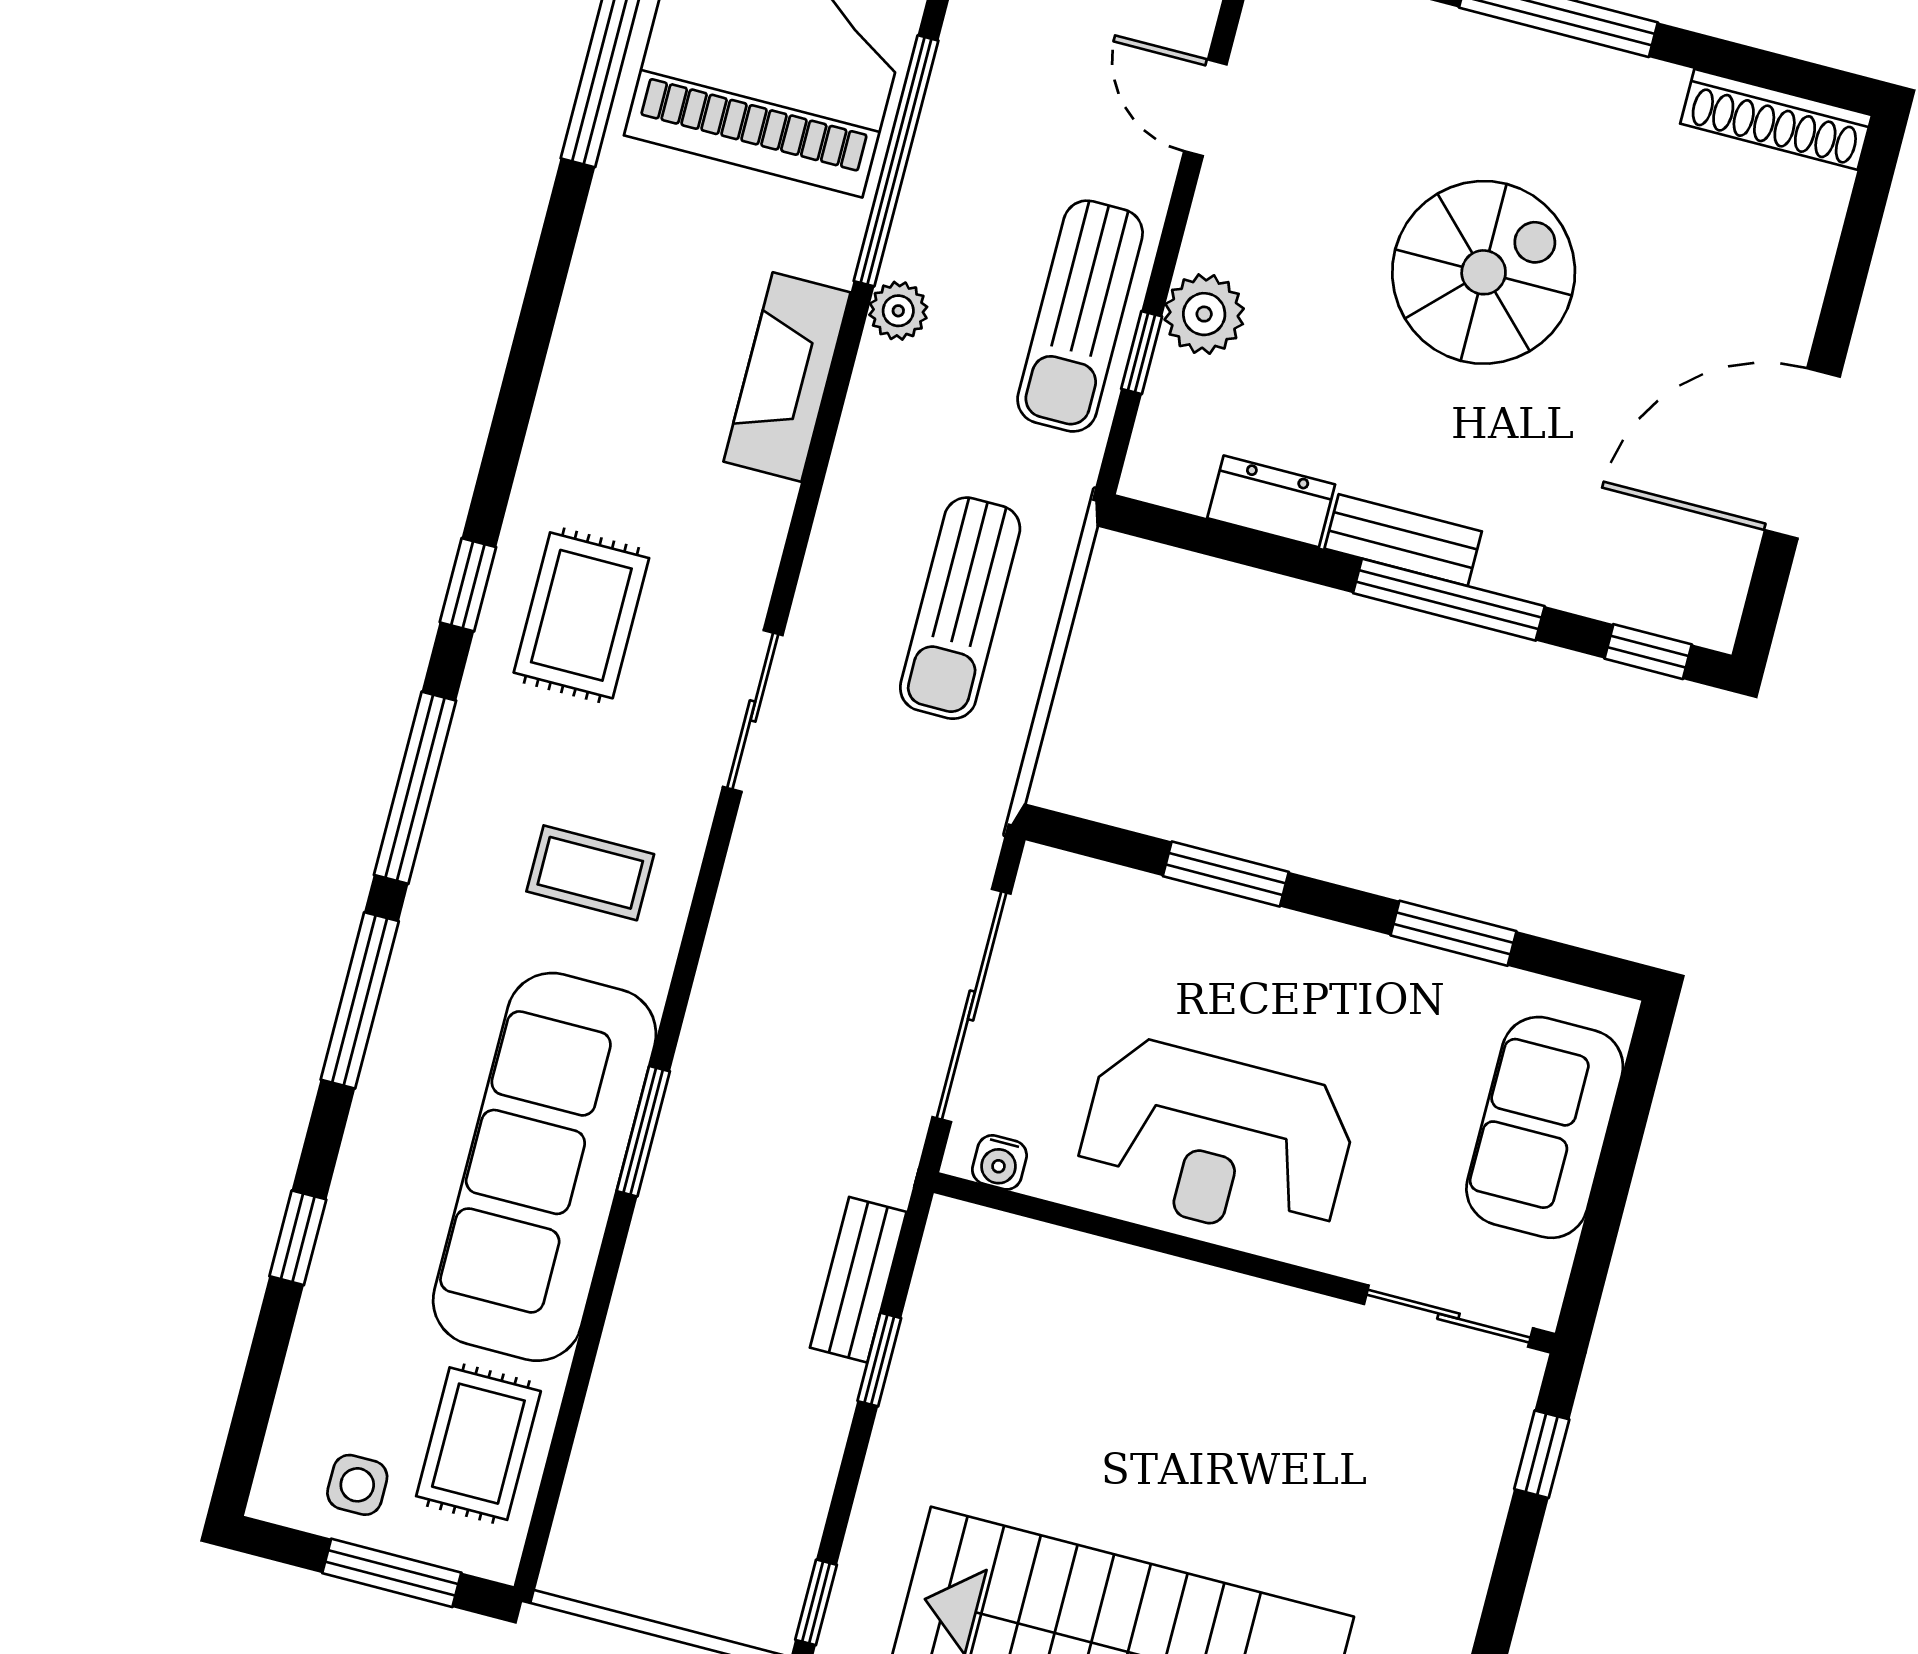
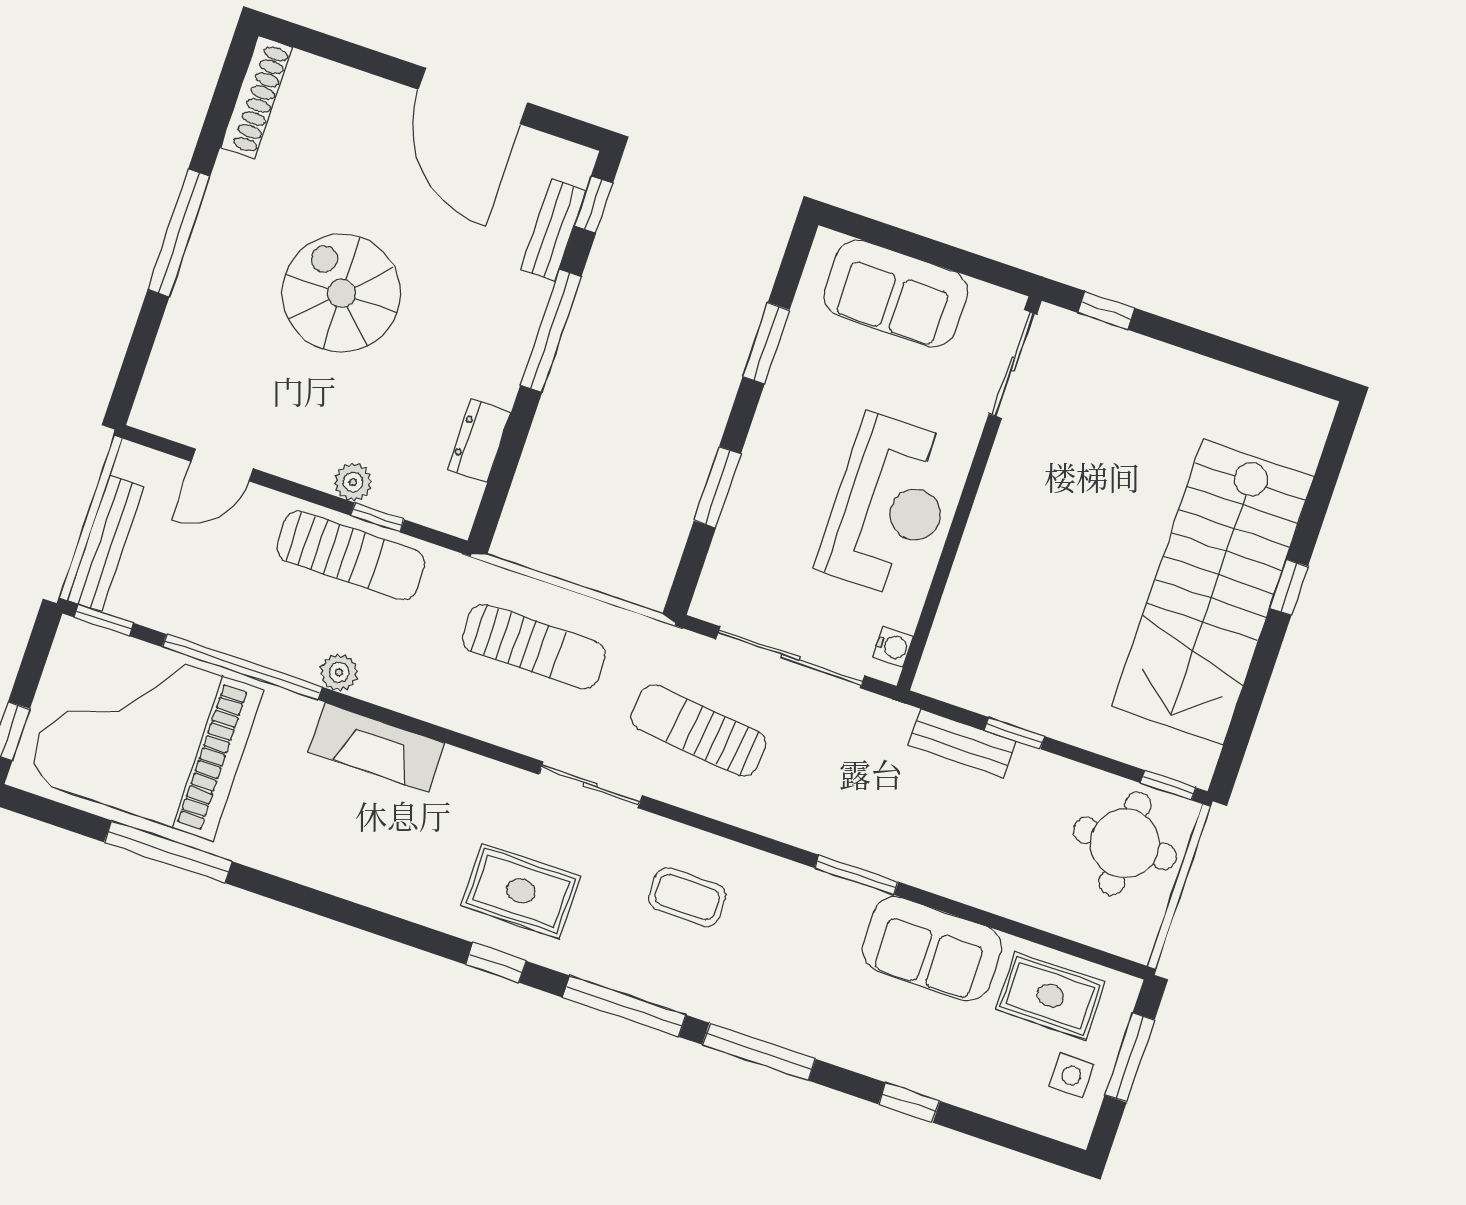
plant: (1204, 314) -> (353, 482), width x0.73, depth x0.73
bench: (1403, 540) -> (553, 230), moved
sun lounger: (848, 872) -> (699, 731), added
coffee table: (590, 873) -> (687, 897), turned 90
sofa: (545, 1167) -> (932, 948), width x0.54, depth x0.79
round table: (721, 1542) -> (1125, 843), added

